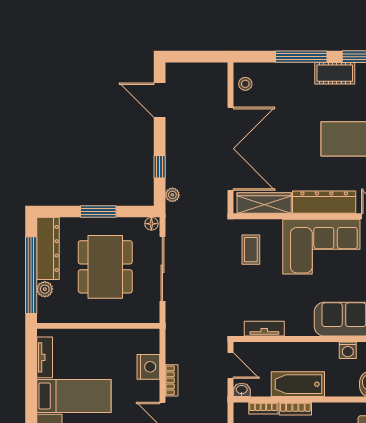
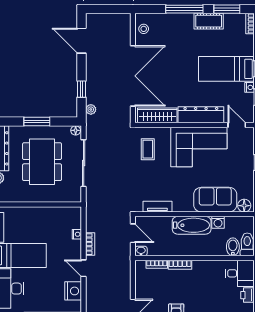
nightstand: (148, 367) -> (77, 234), width x0.53, depth x0.56
bathtub: (298, 384) -> (192, 225), moved, turned 180

